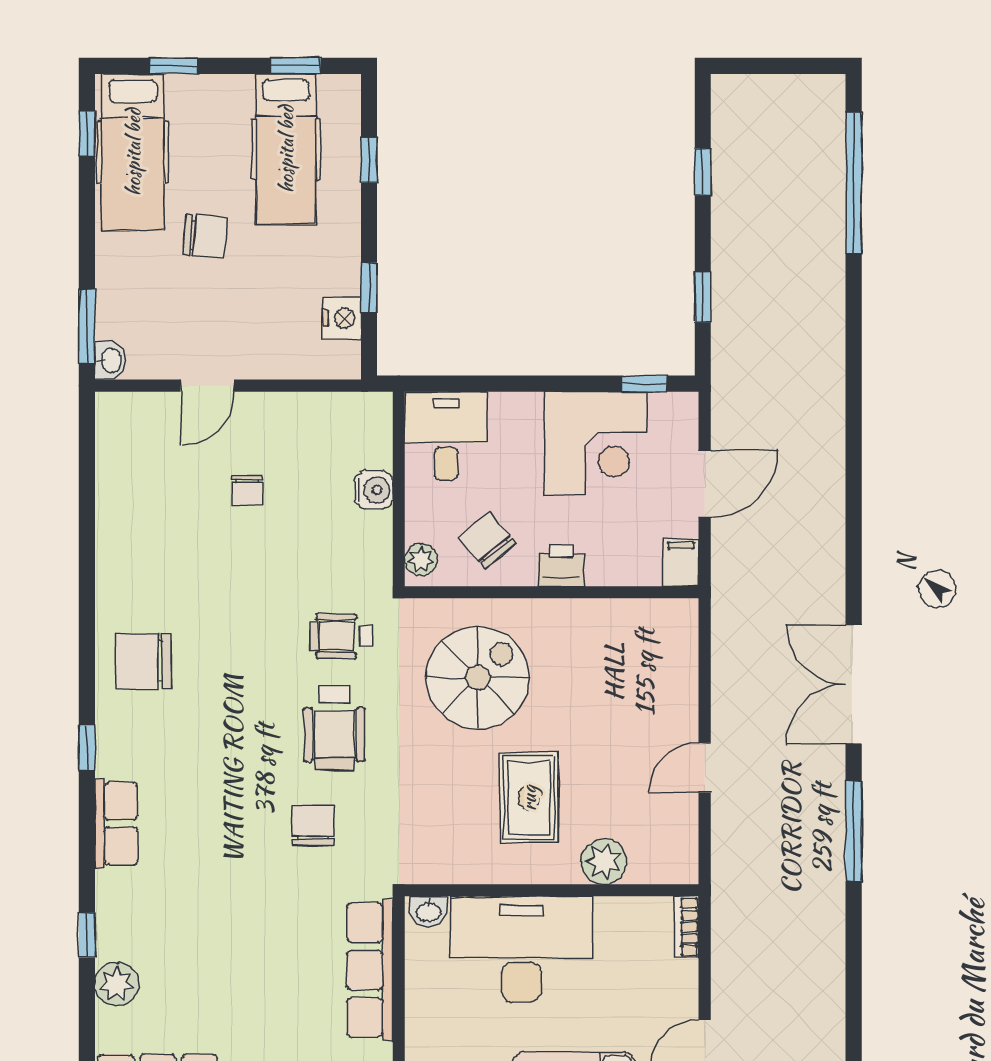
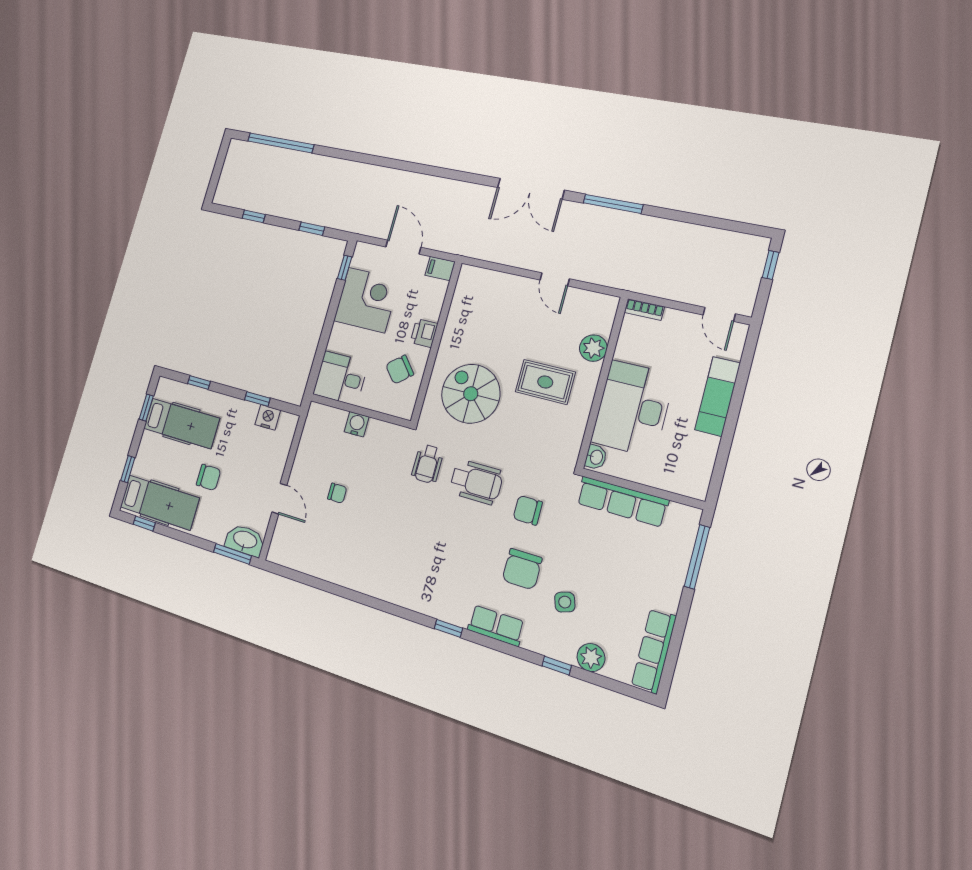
chair: (205, 236) -> (209, 477), turned 85
washbasin: (110, 360) -> (245, 540), width x1.91, depth x1.45
plant: (421, 560) -> (399, 408), removed
chair: (143, 661) -> (522, 569), moved
side table: (188, 922) -> (565, 602), added

